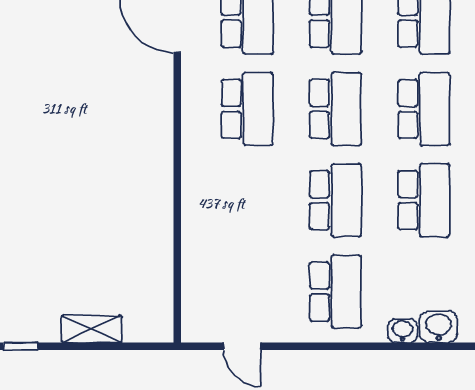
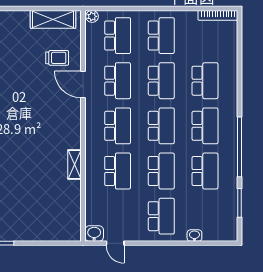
school desk: (247, 200) -> (118, 171), added
washbasin: (439, 327) -> (94, 234), moved
shelving: (91, 329) -> (74, 165), moved, turned 90

